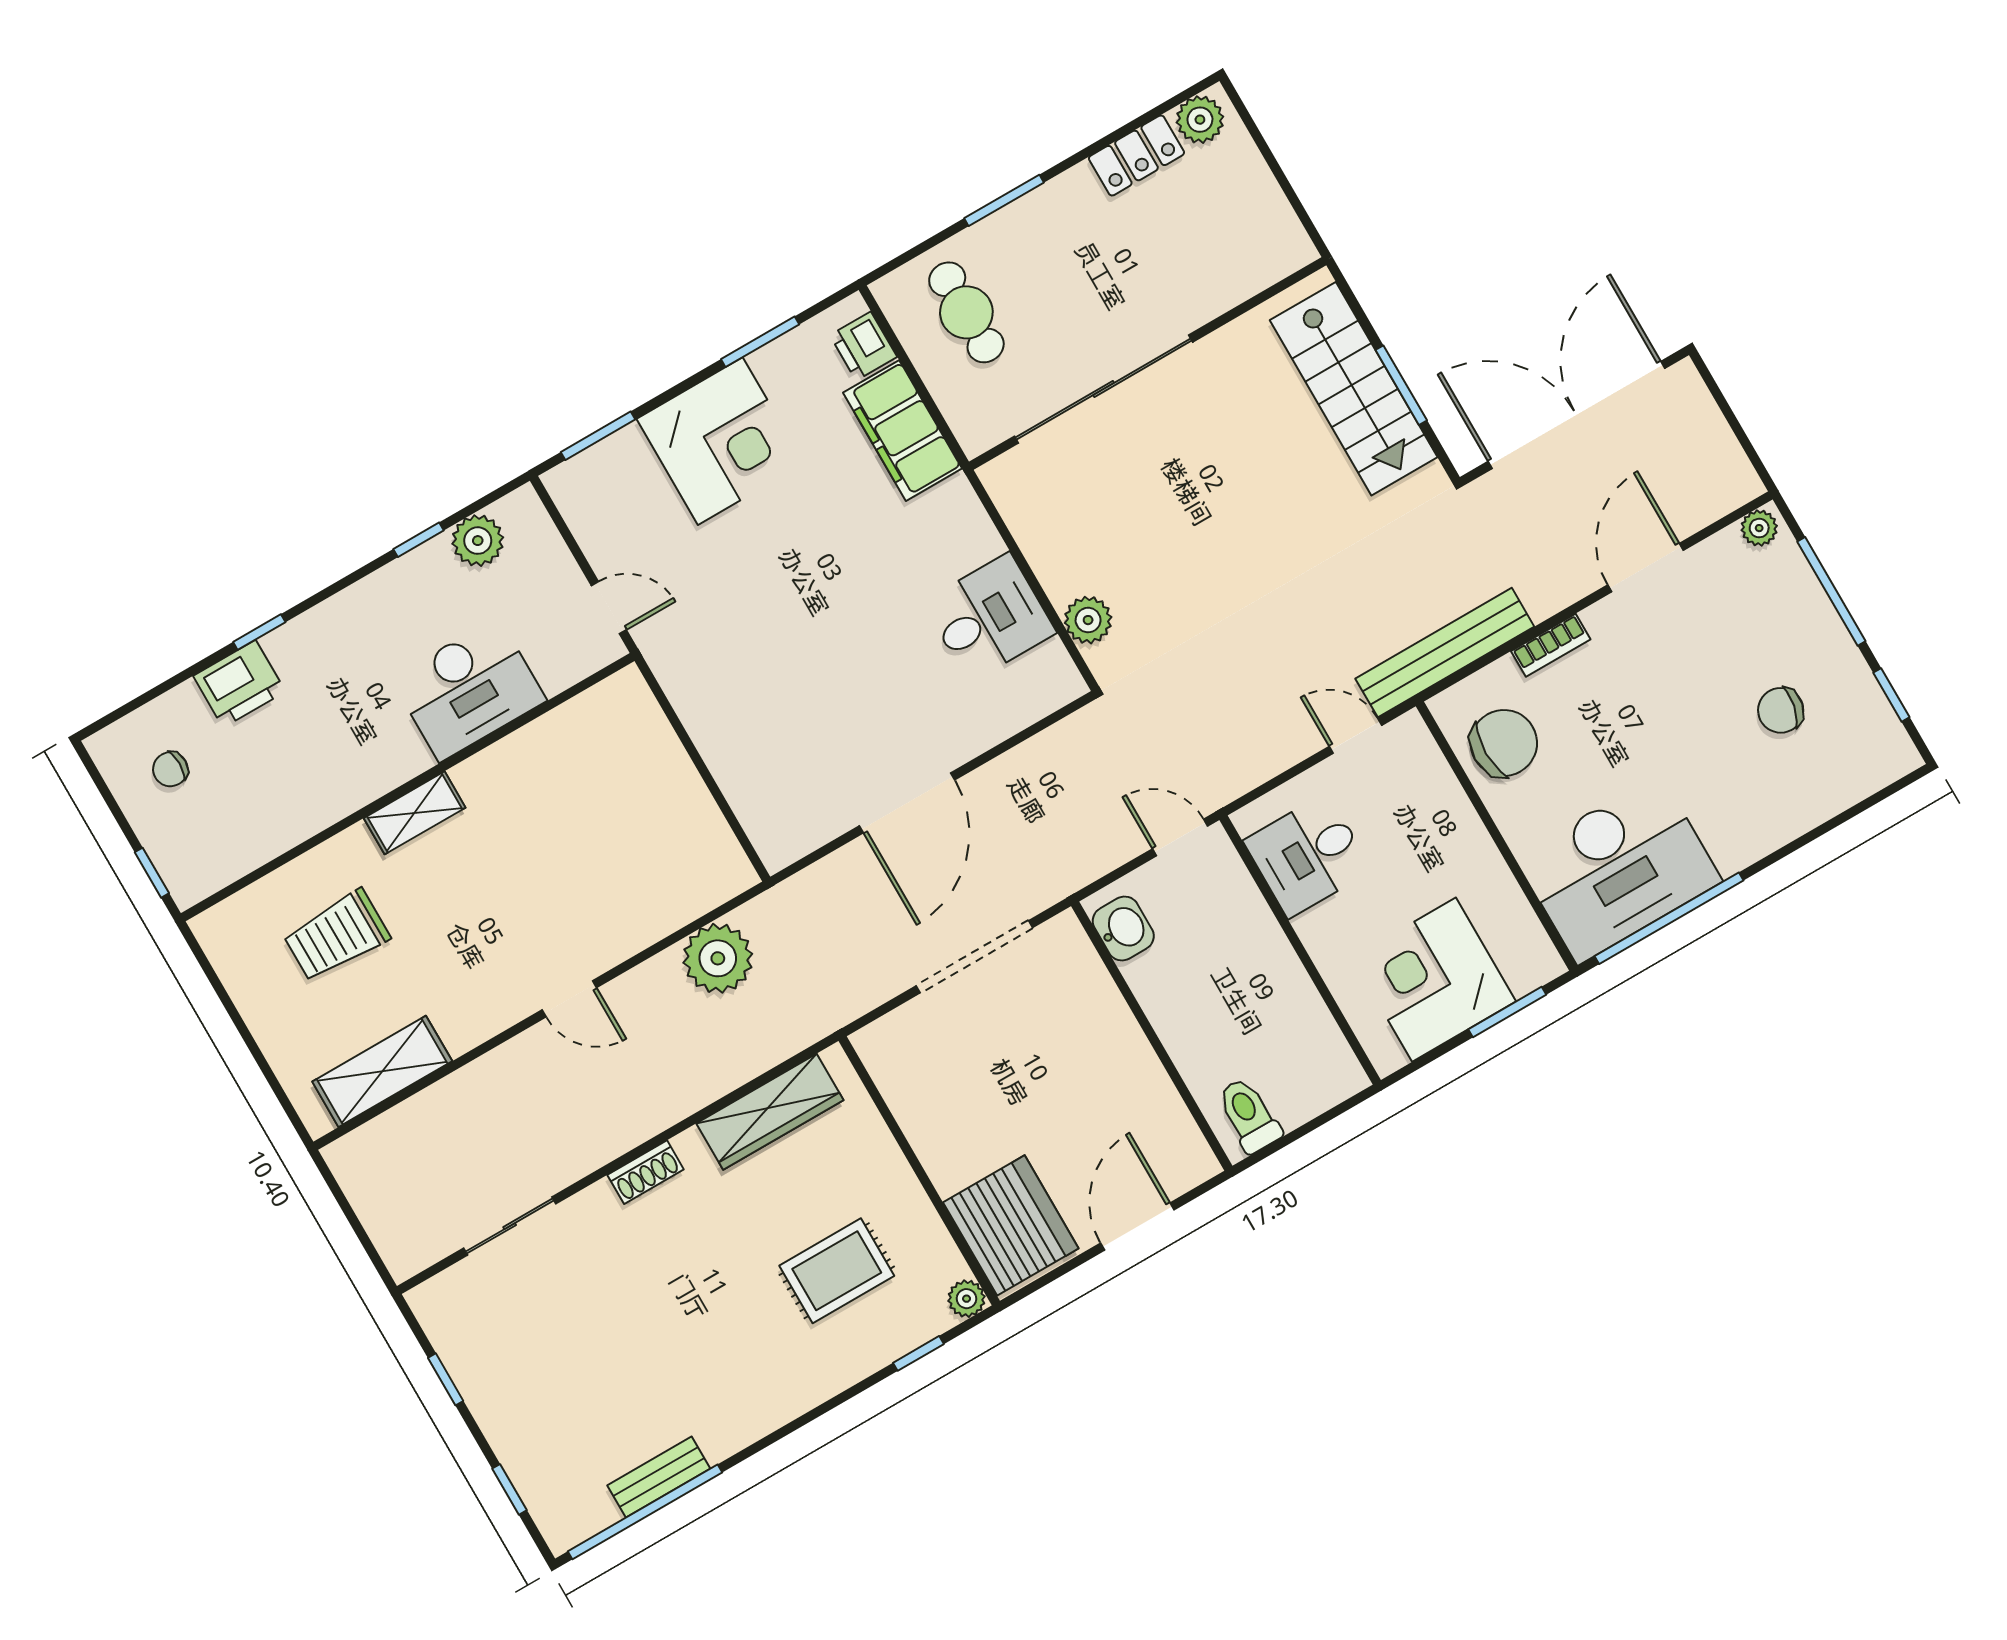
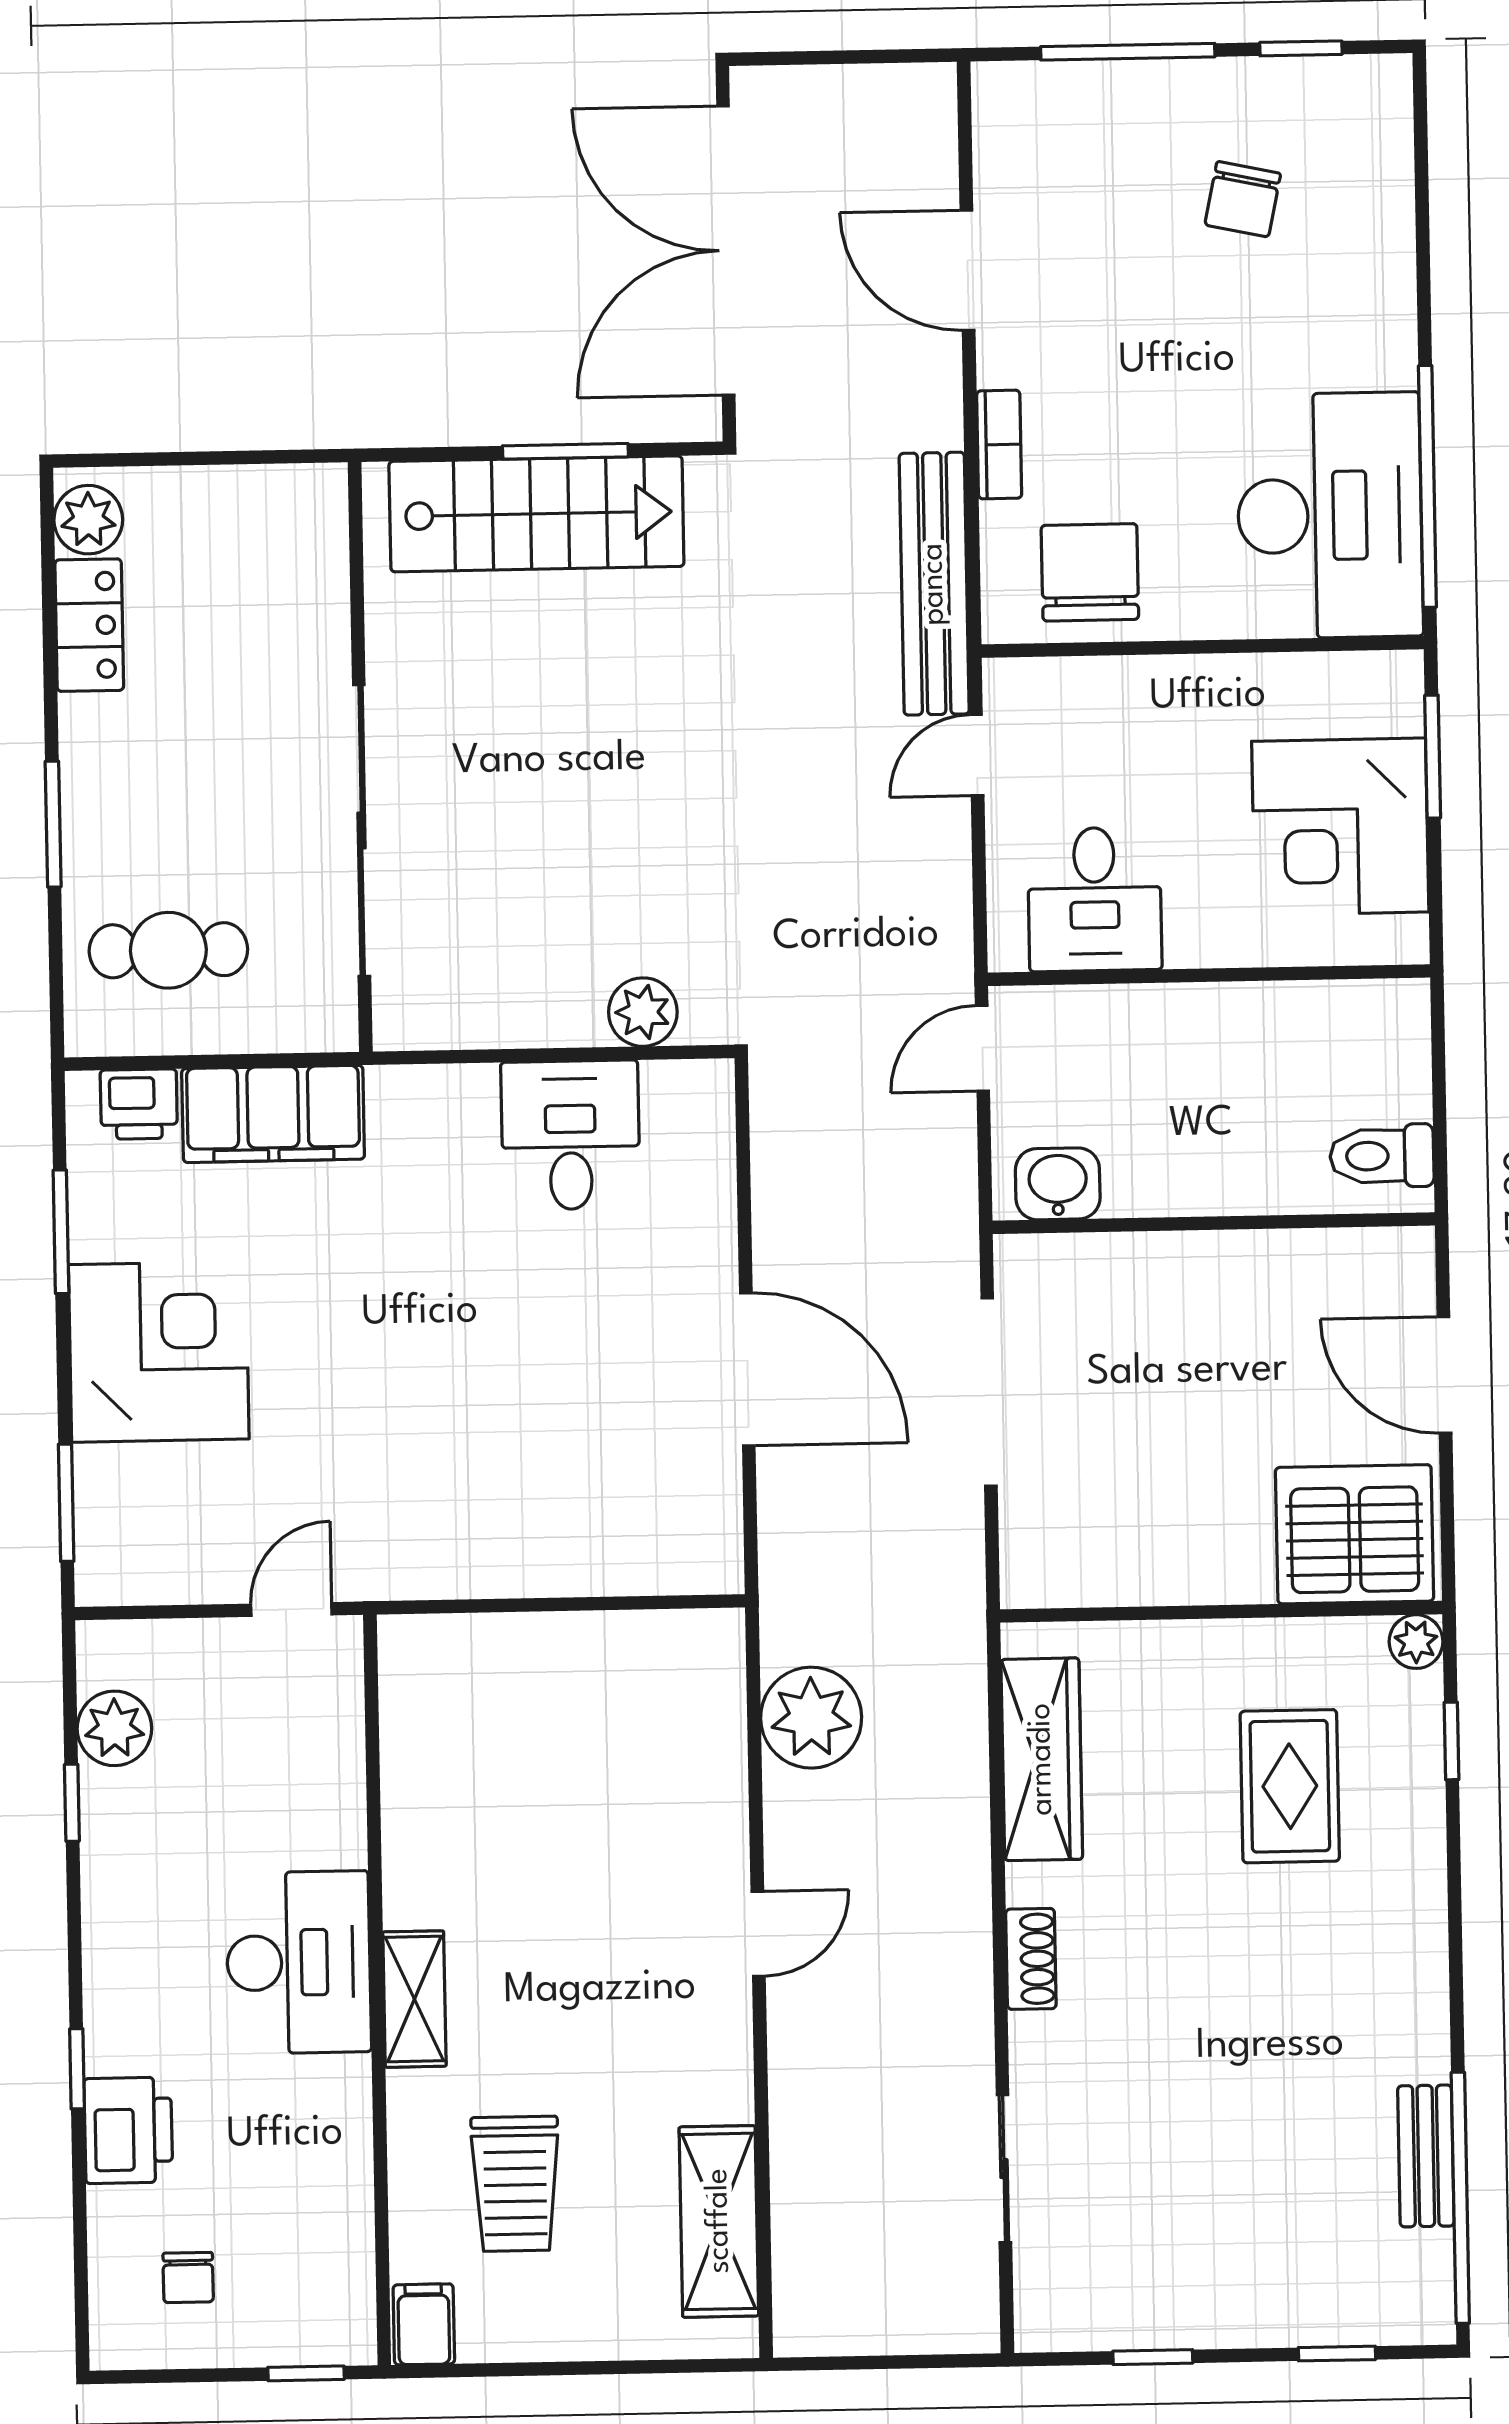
plant: (1759, 528) -> (997, 99), removed
desk: (469, 689) -> (299, 1962), moved
filing cabinet: (221, 927) -> (424, 2324), added

